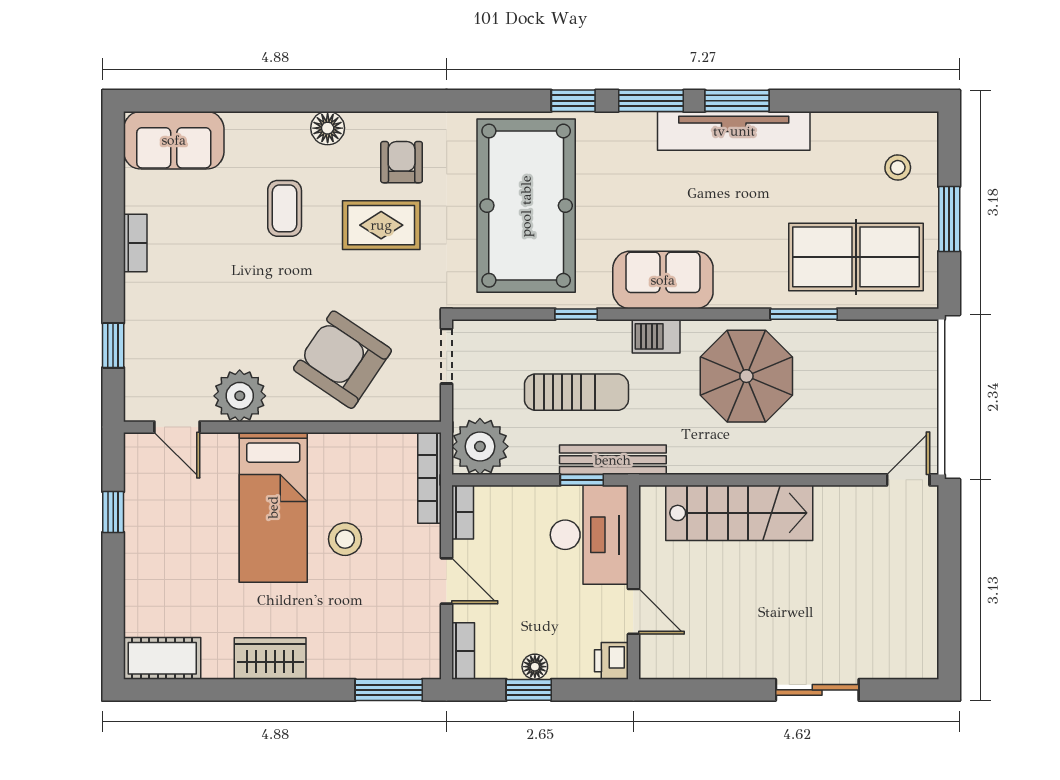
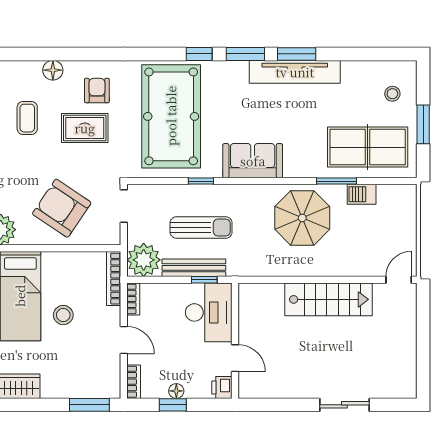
barbecue: (656, 336) -> (362, 194), moved
bench: (613, 460) -> (194, 268), moved
stairs: (739, 513) -> (329, 299), moved

